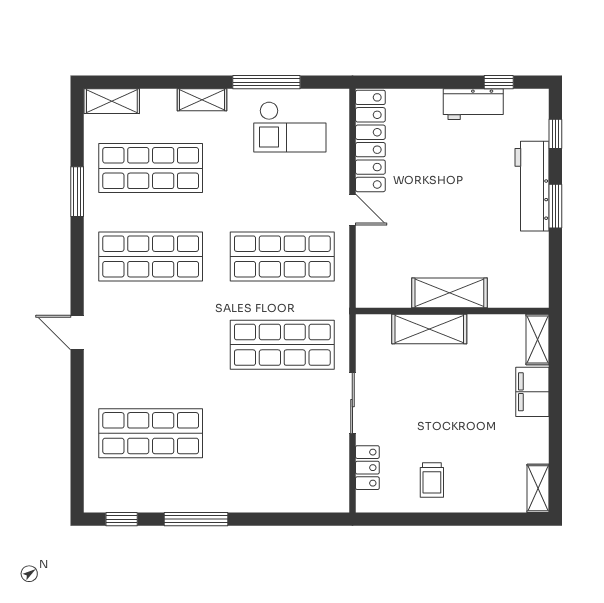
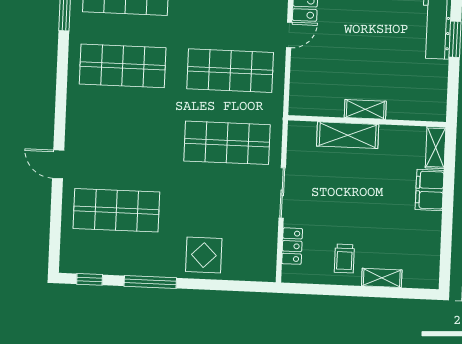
door: (352, 210) -> (289, 35), hinge flipped
shelving: (449, 293) -> (365, 109), width x0.67, depth x0.75
door: (77, 332) -> (58, 164), moved
display table: (260, 483) -> (204, 255), added
shelving: (538, 488) -> (382, 278), moved, turned 90

